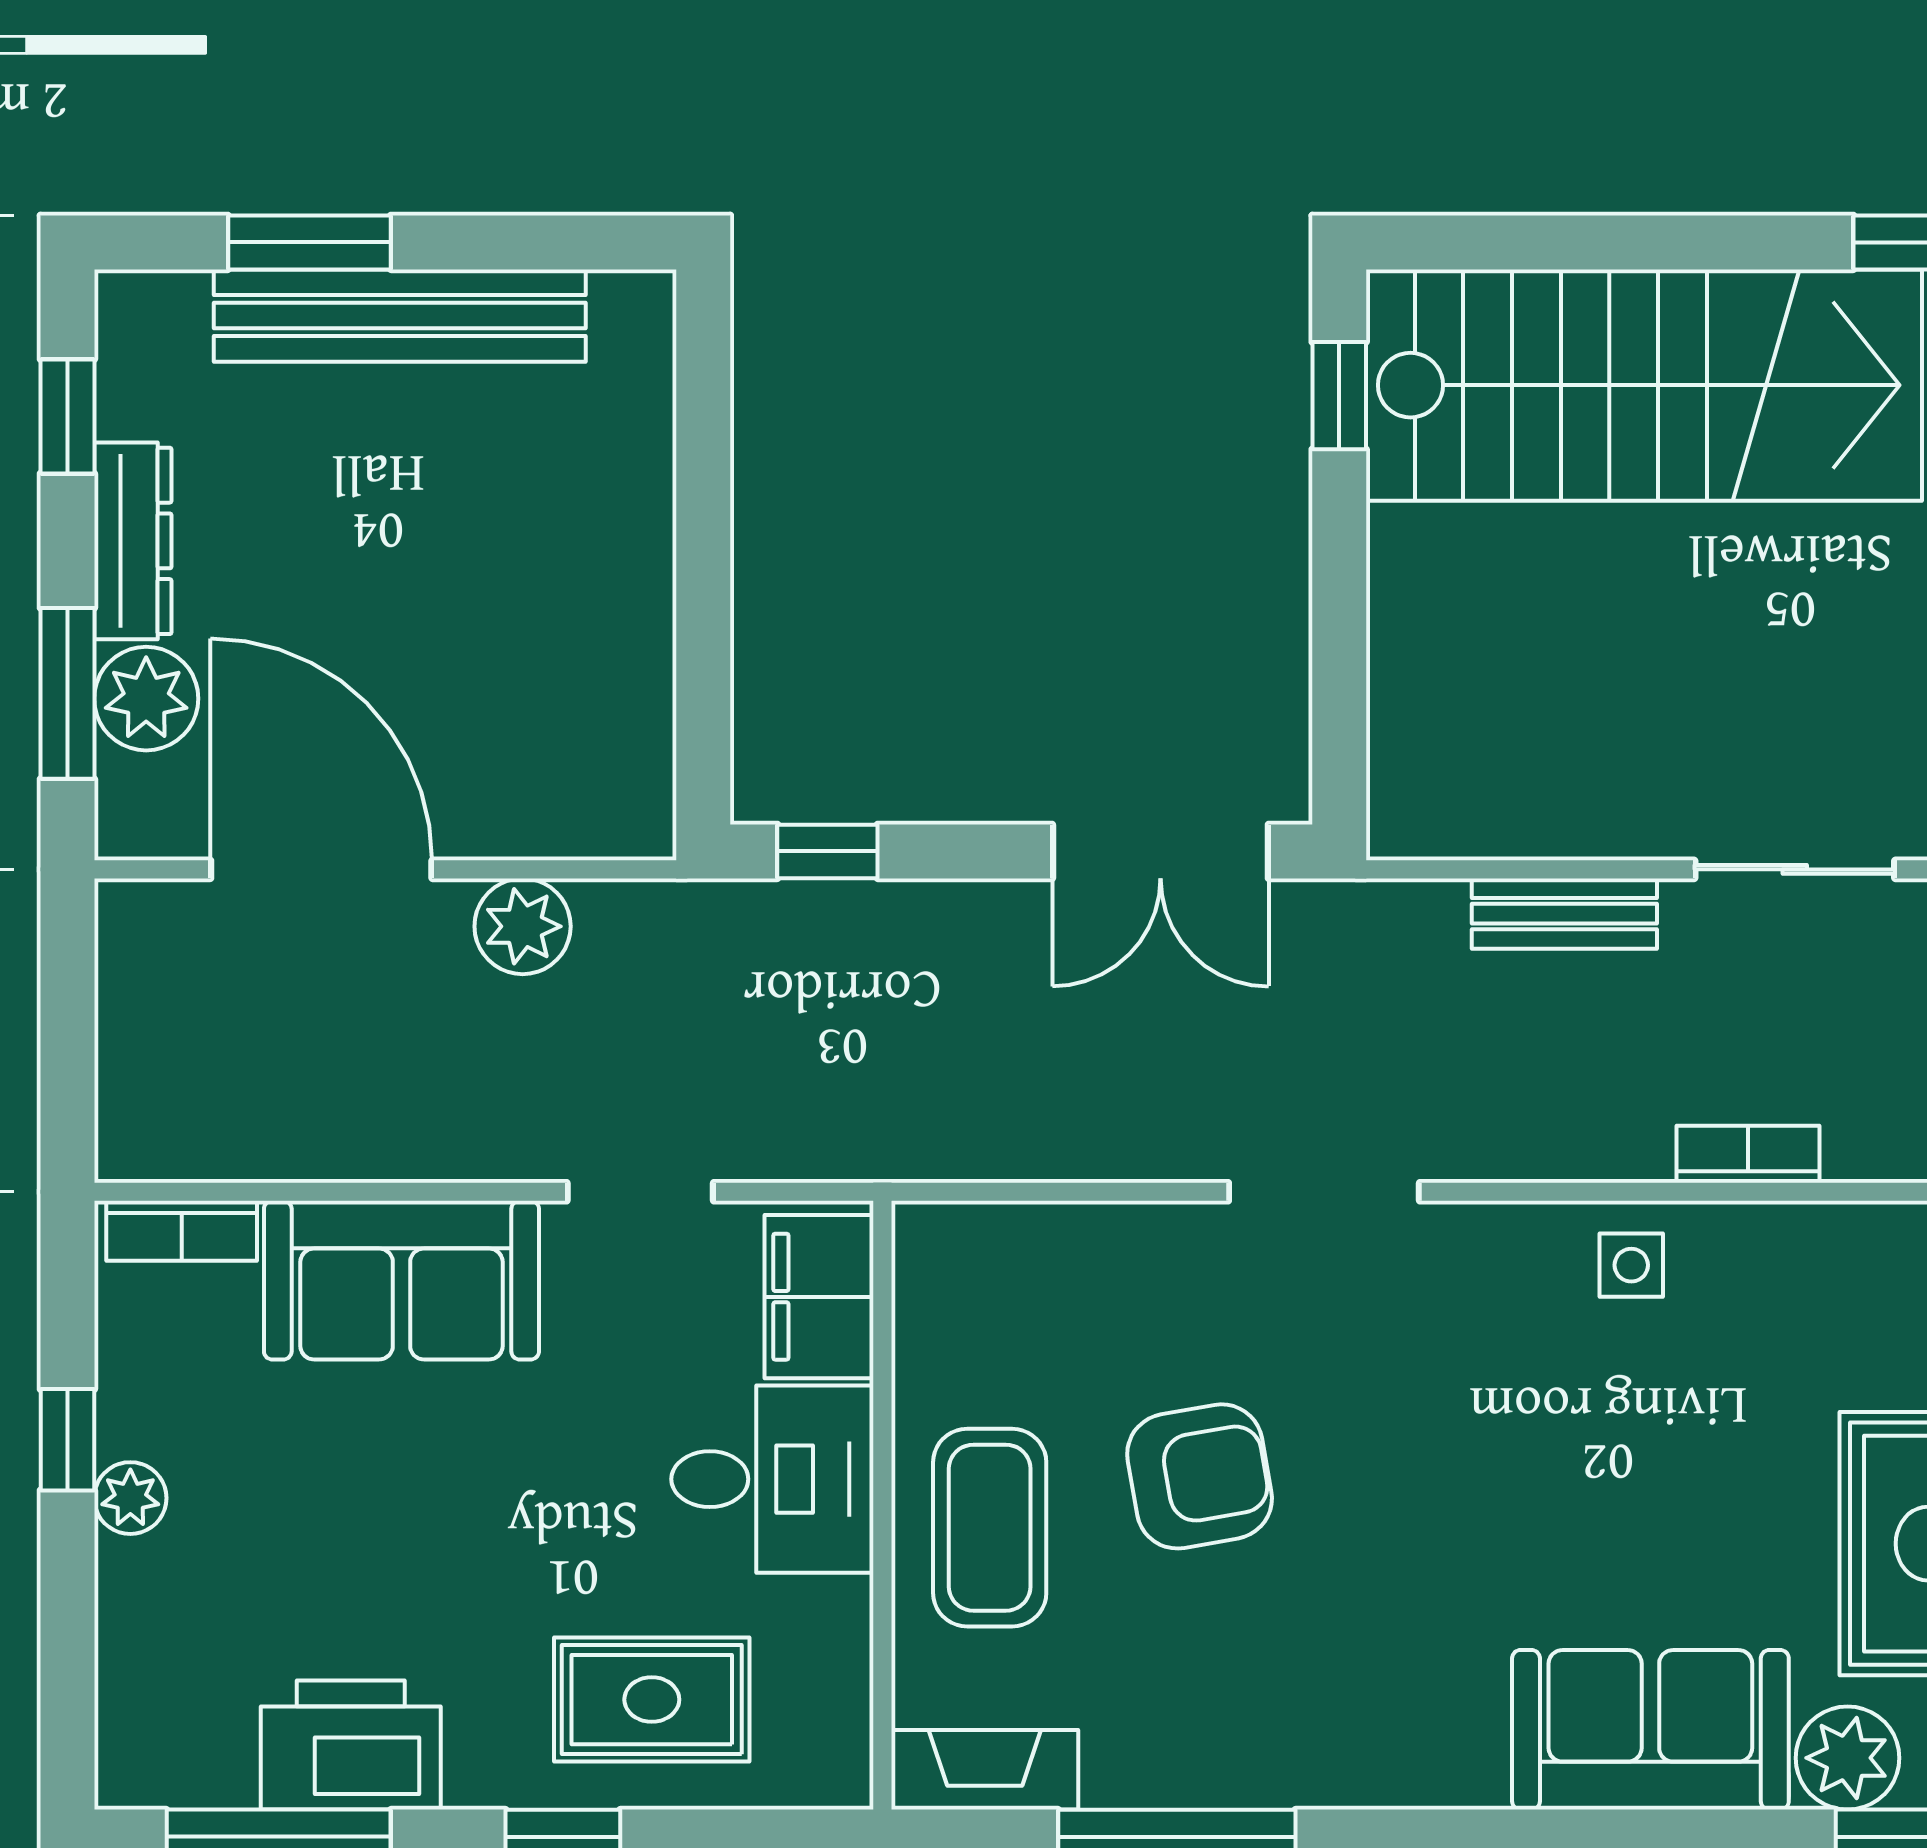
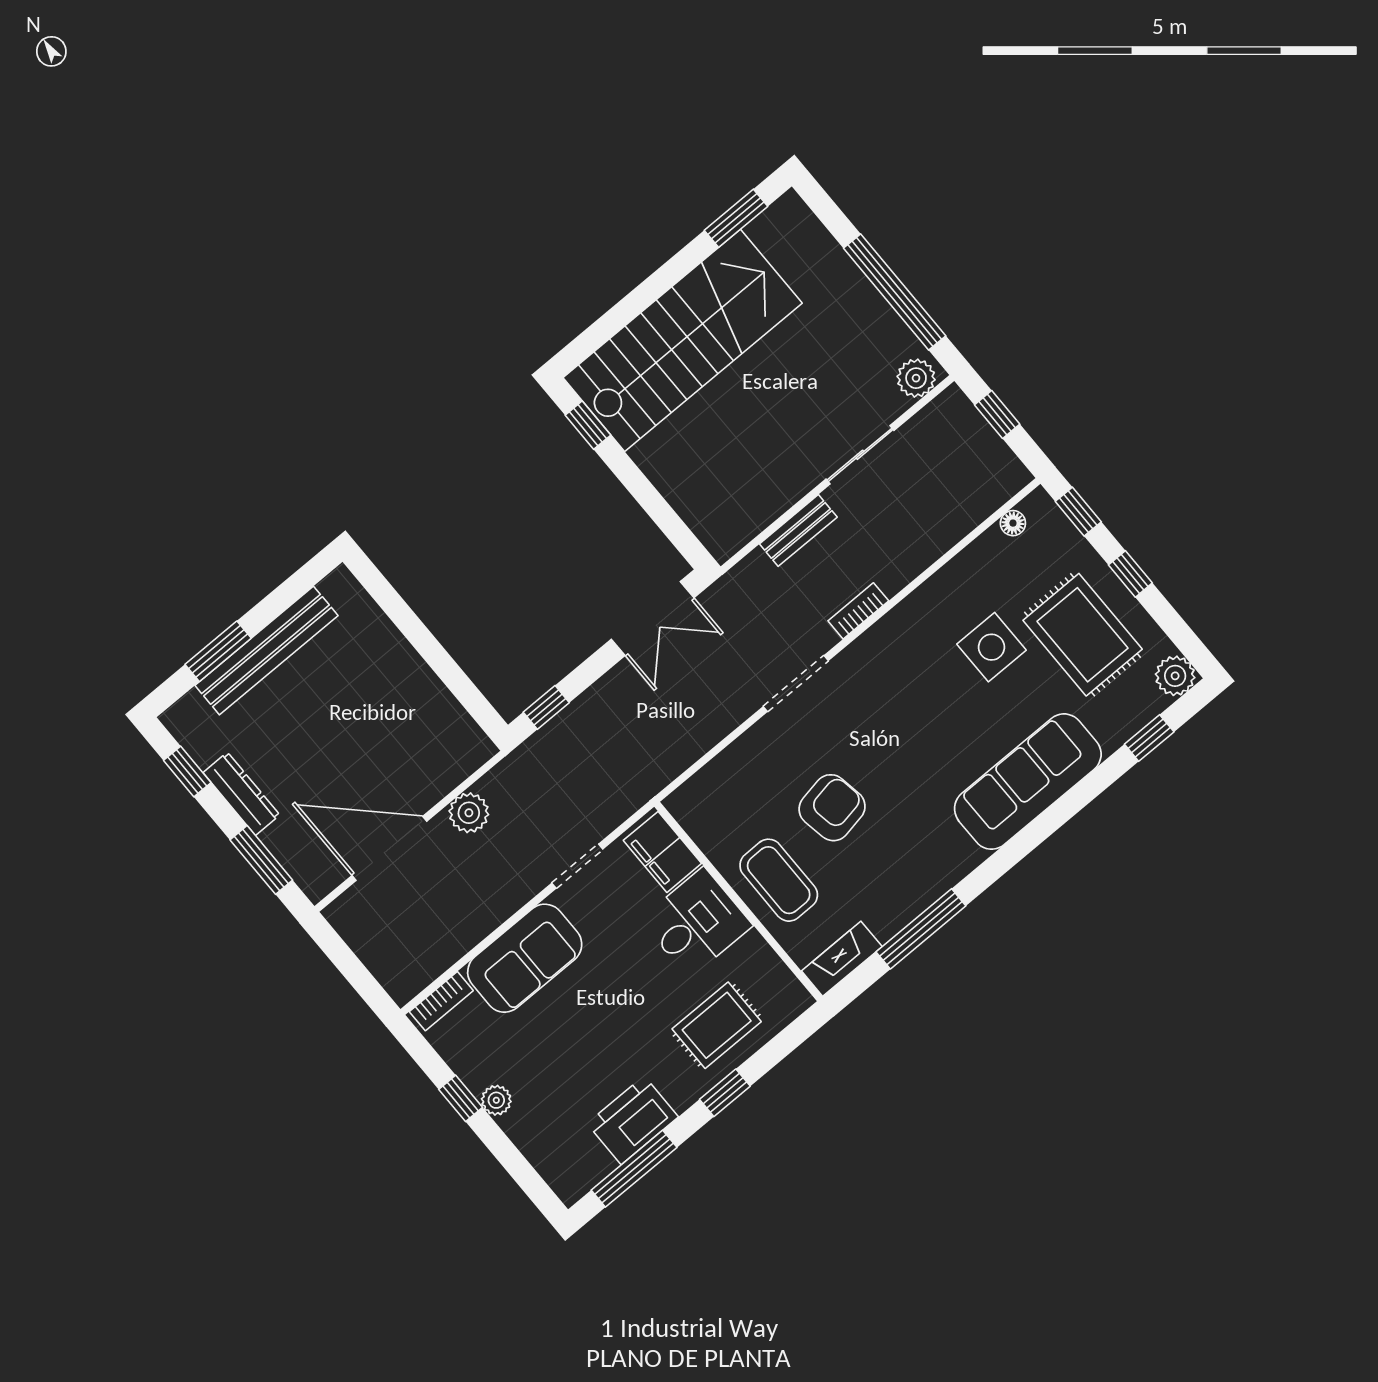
plant: (146, 699) -> (288, 841), removed
bookcase: (1748, 1154) -> (858, 611), moved
side table: (1631, 1265) -> (991, 647), moved, width x1.87, depth x1.87
sofa: (1650, 1730) -> (1028, 782), width x1.36
plant: (1848, 1758) -> (1114, 725), removed

